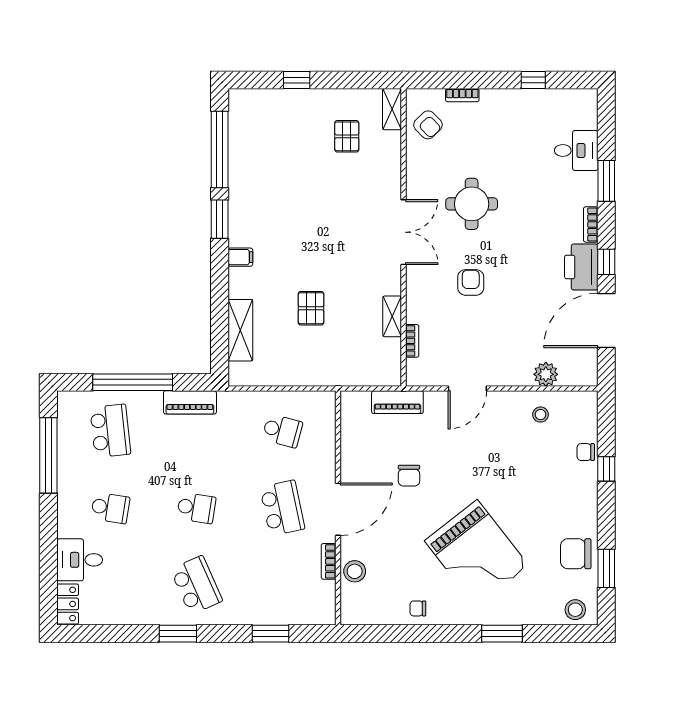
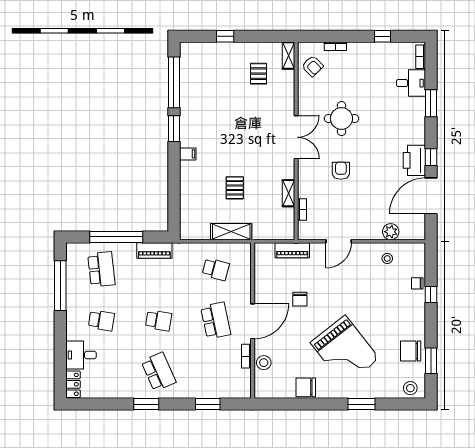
bookcase: (591, 224) -> (421, 57), moved
shelving: (240, 330) -> (231, 232), moved, turned 90
chair: (418, 608) -> (306, 387), width x1.87, depth x1.87

